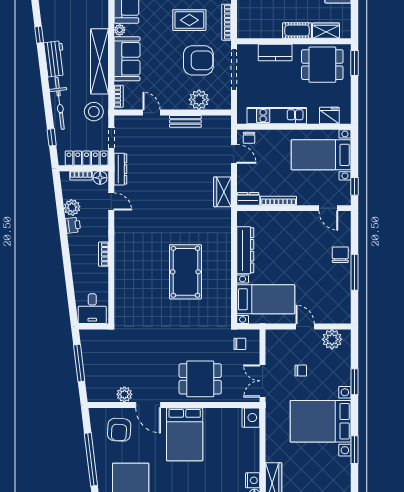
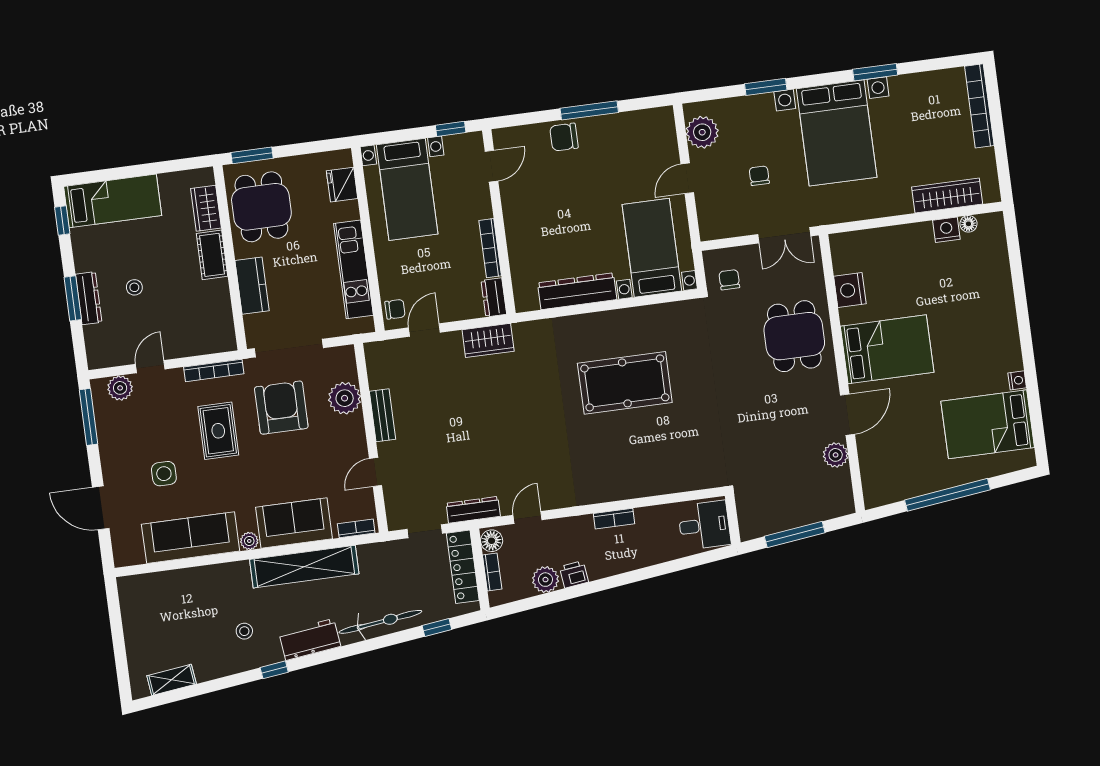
stool: (94, 112) -> (244, 631), moved, width x0.53, depth x0.53
nightstand: (251, 418) -> (850, 290), moved, turned -90
armchair: (119, 430) -> (894, 456), removed

